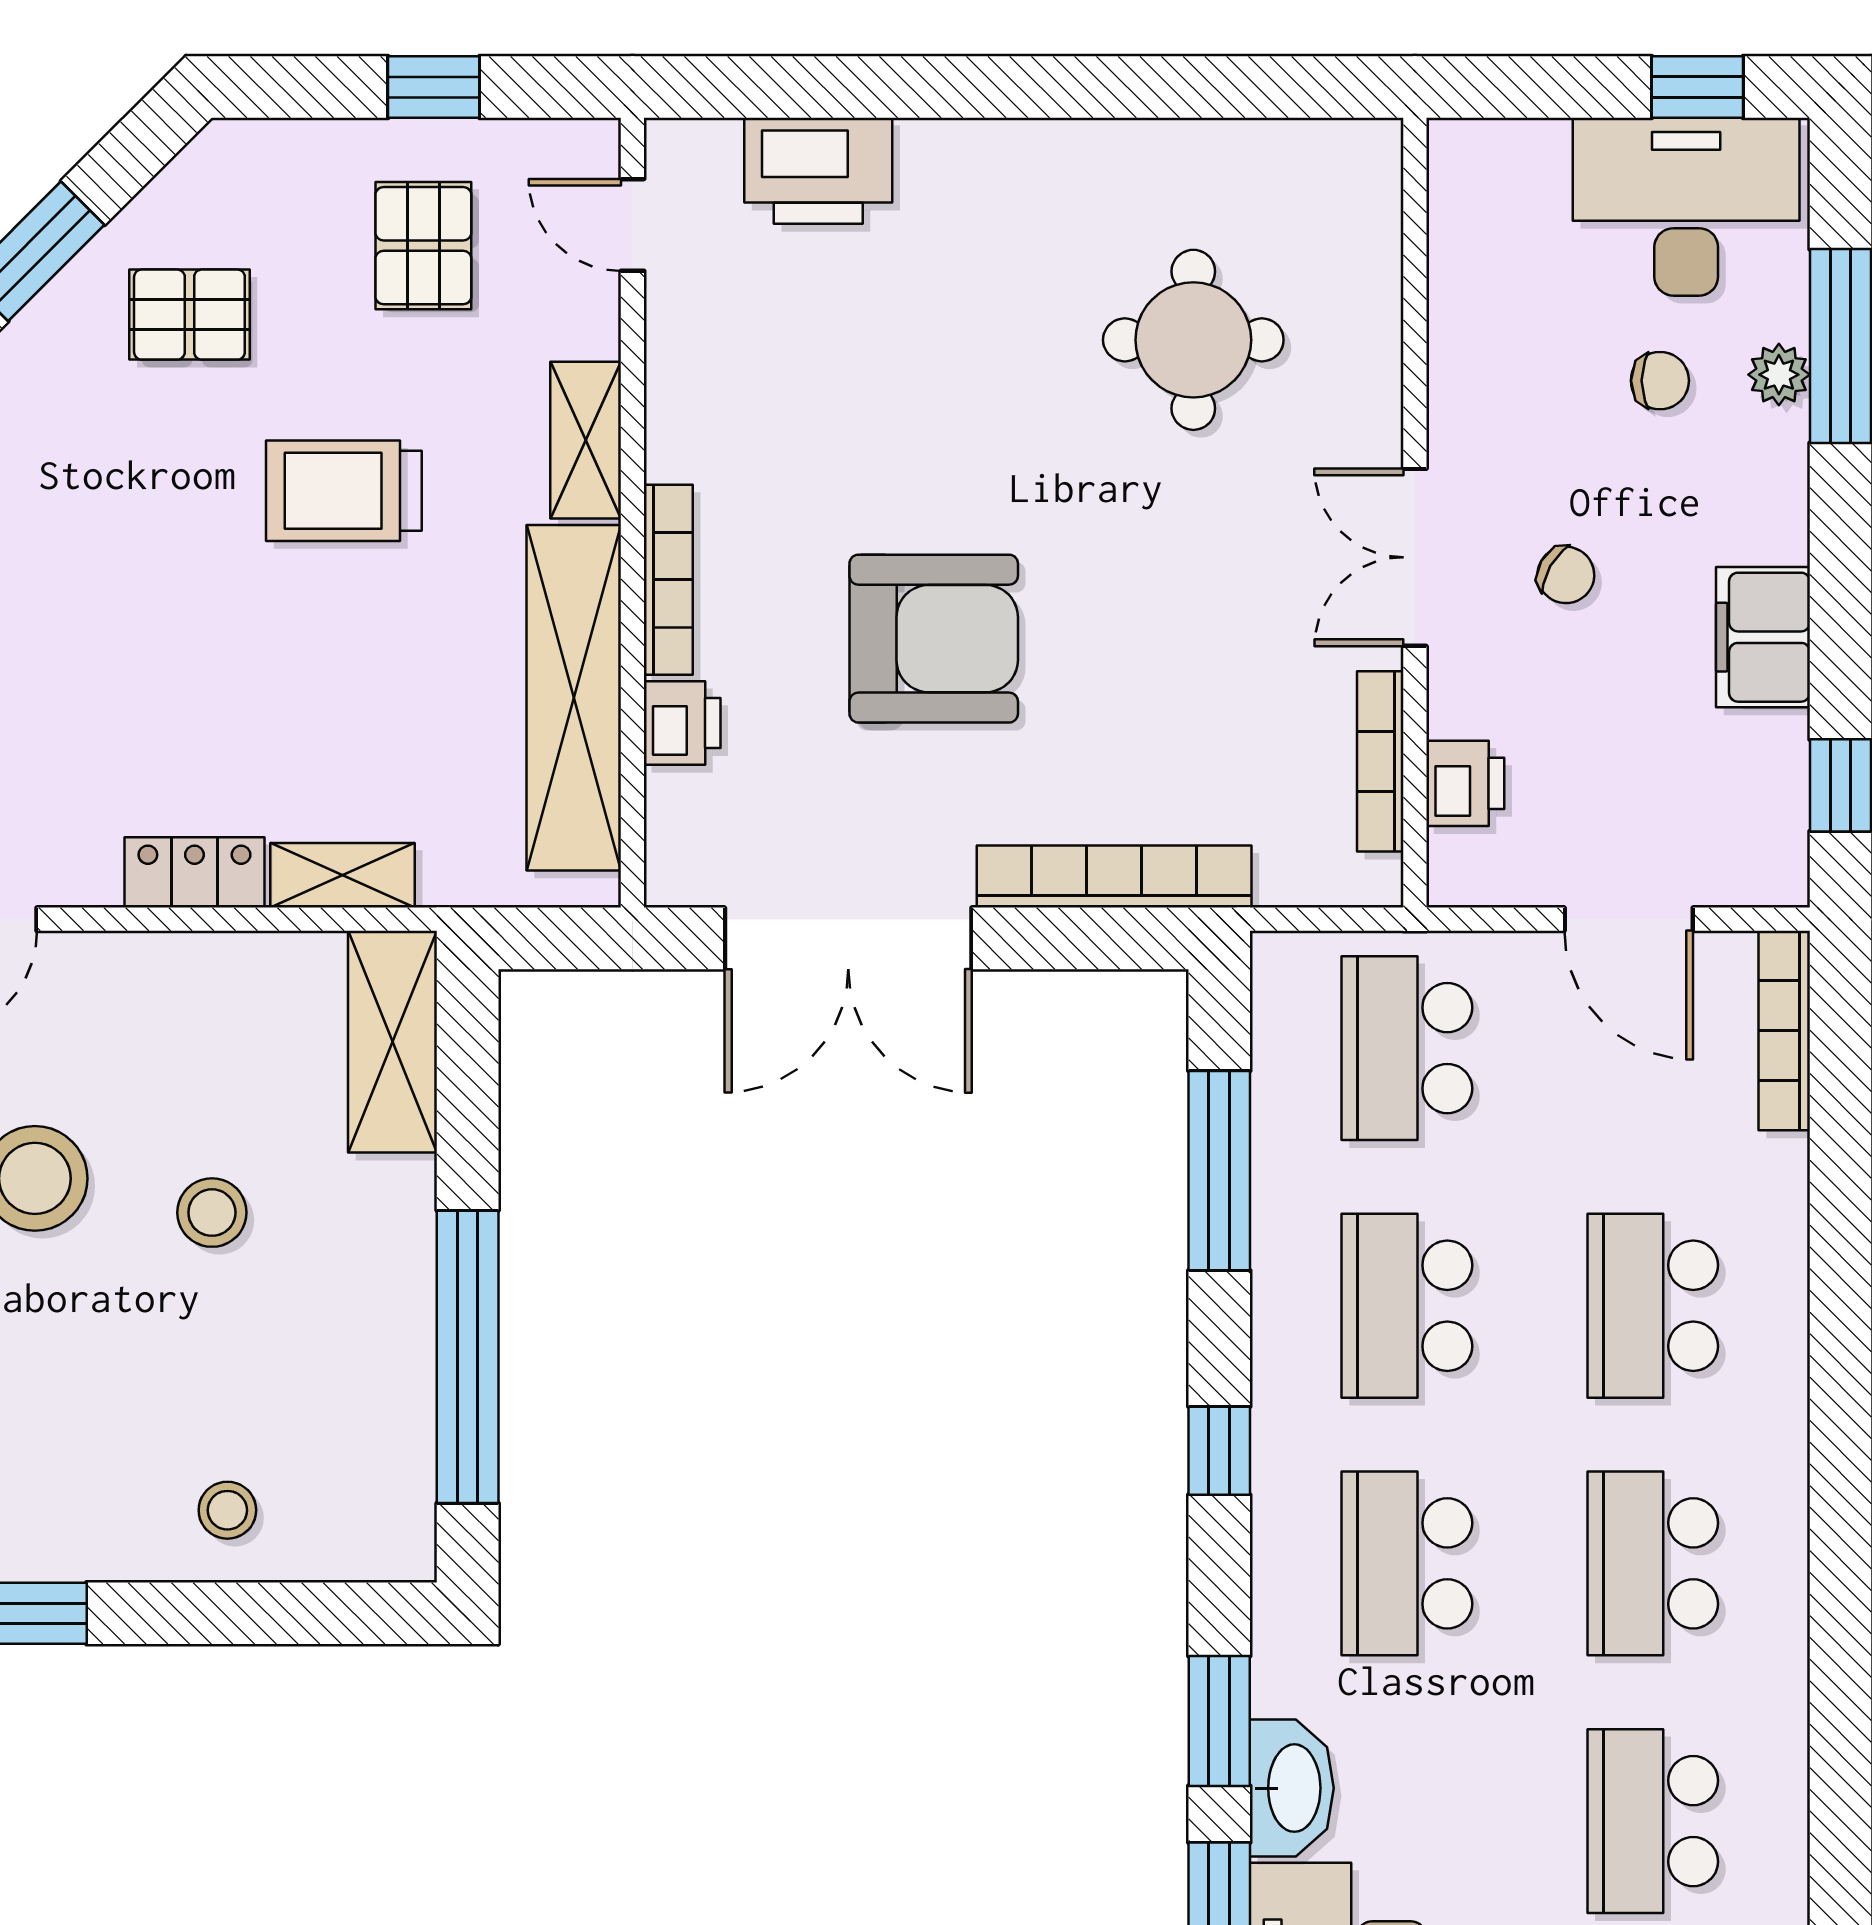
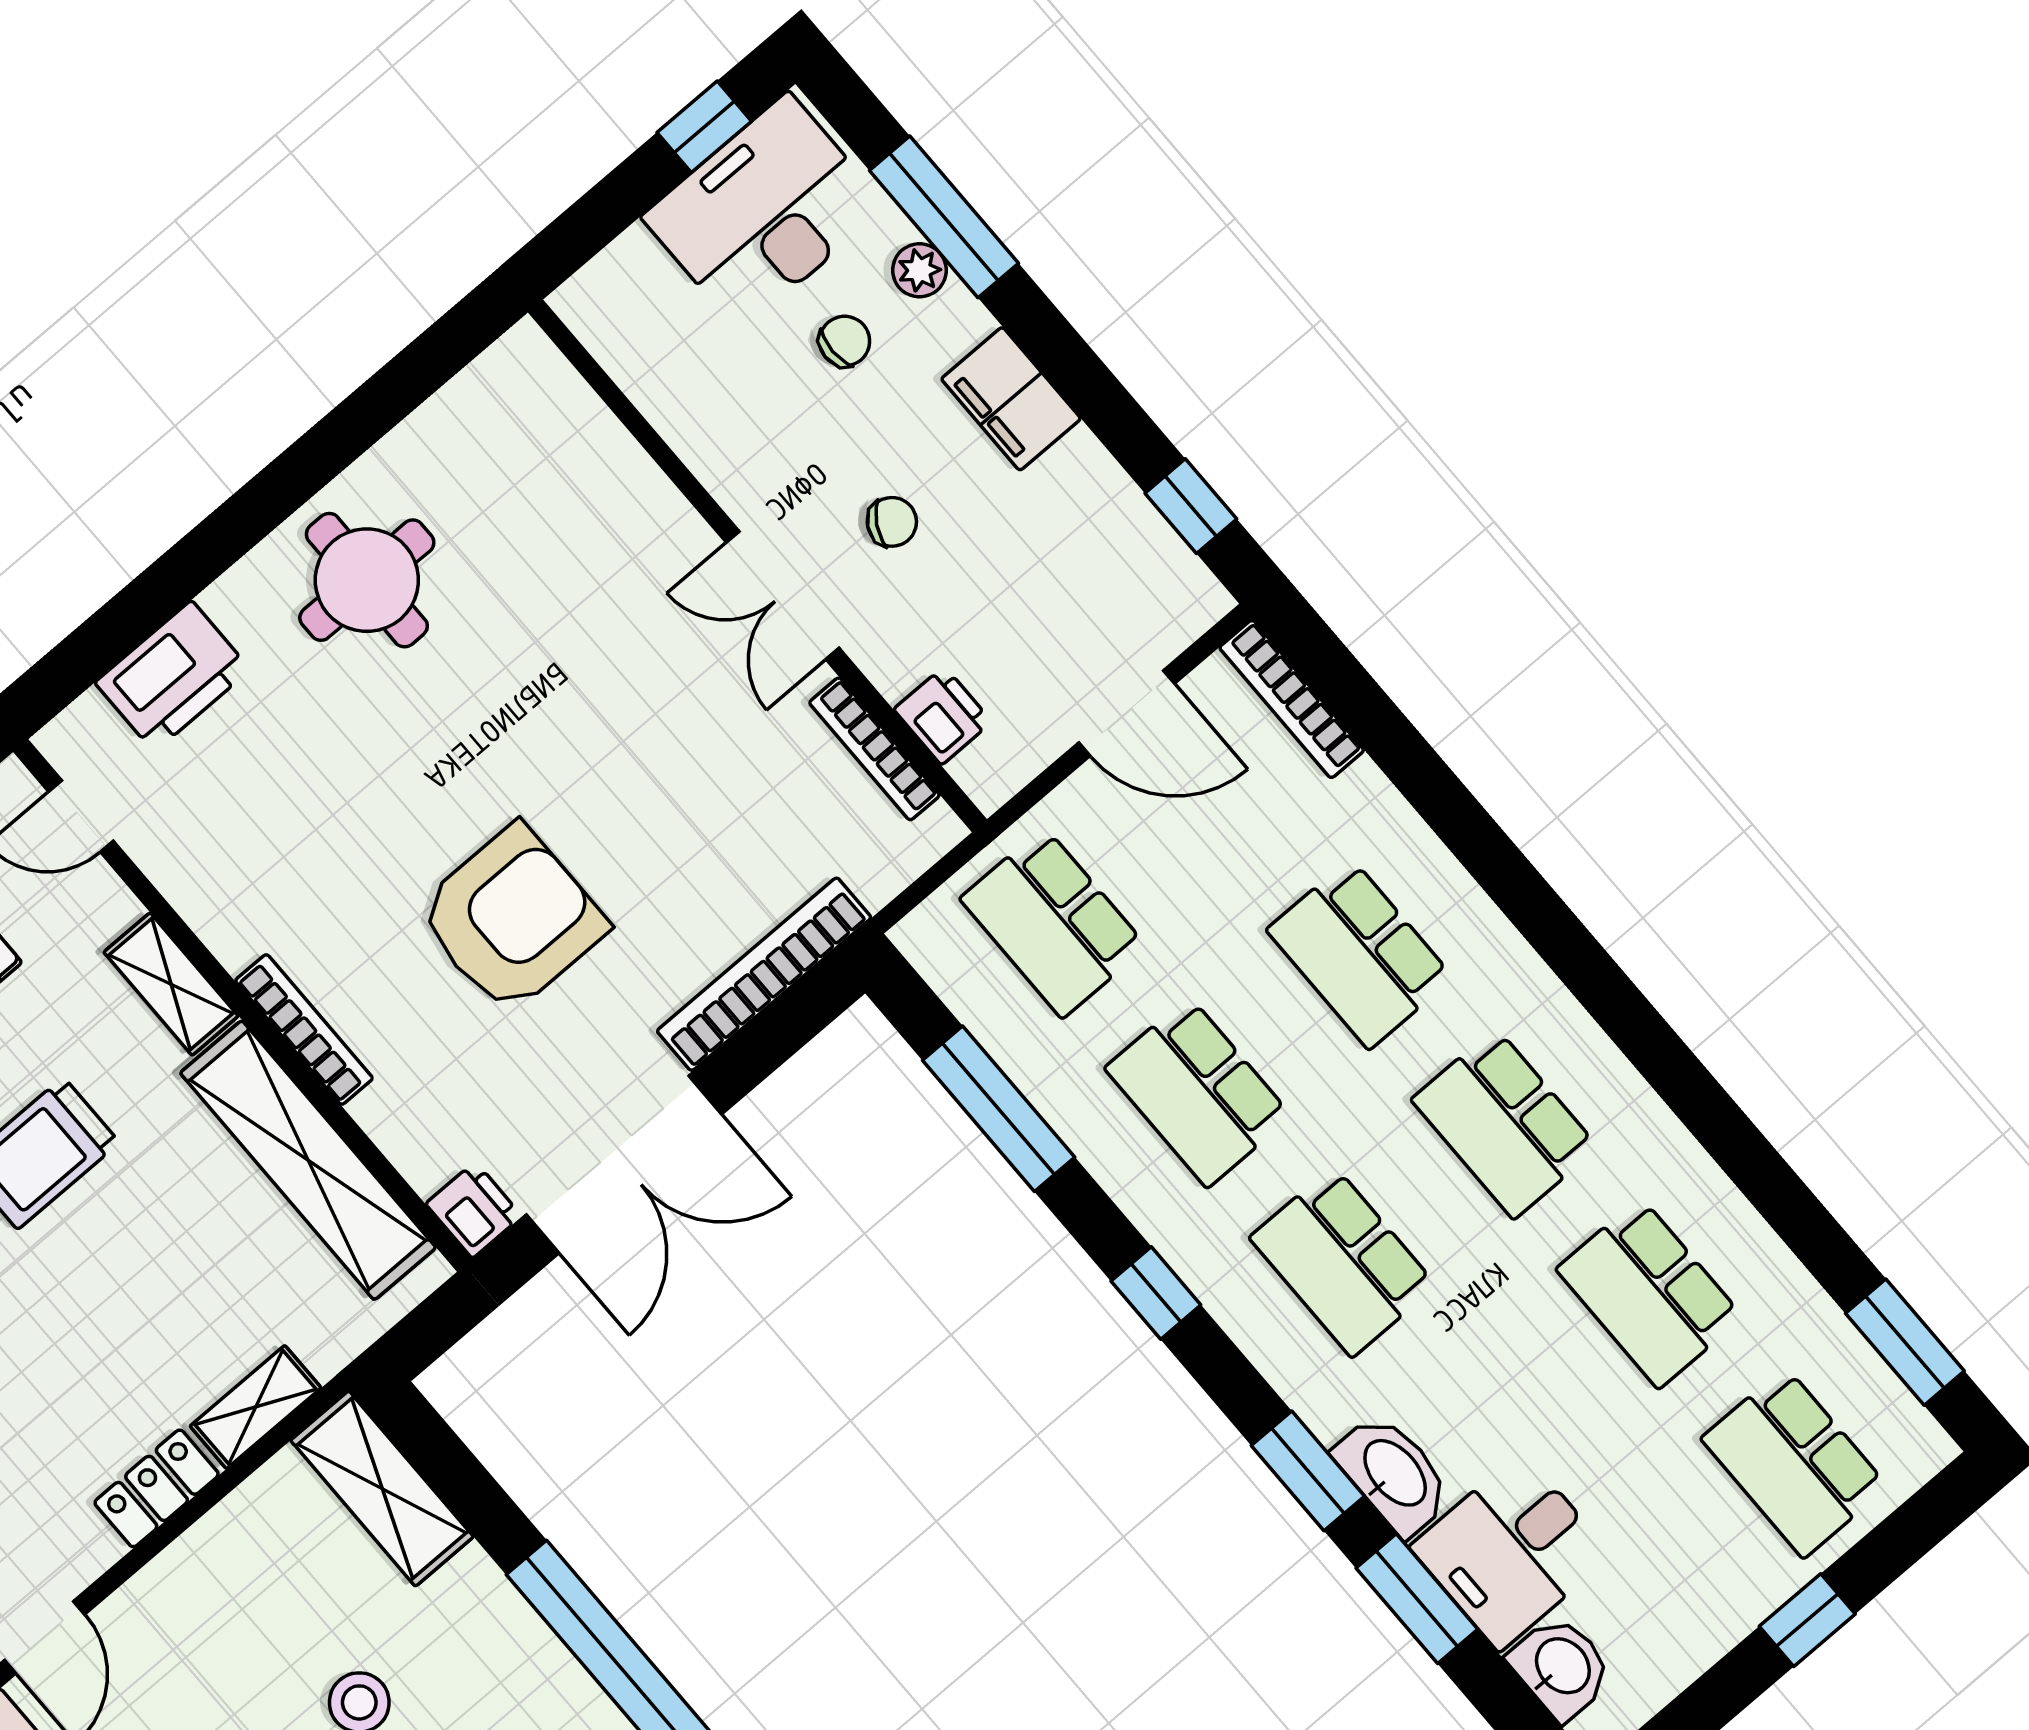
round table: (1193, 340) -> (367, 580), moved
filing cabinet: (1763, 637) -> (1011, 399), moved
printer: (682, 723) -> (474, 1210), moved

